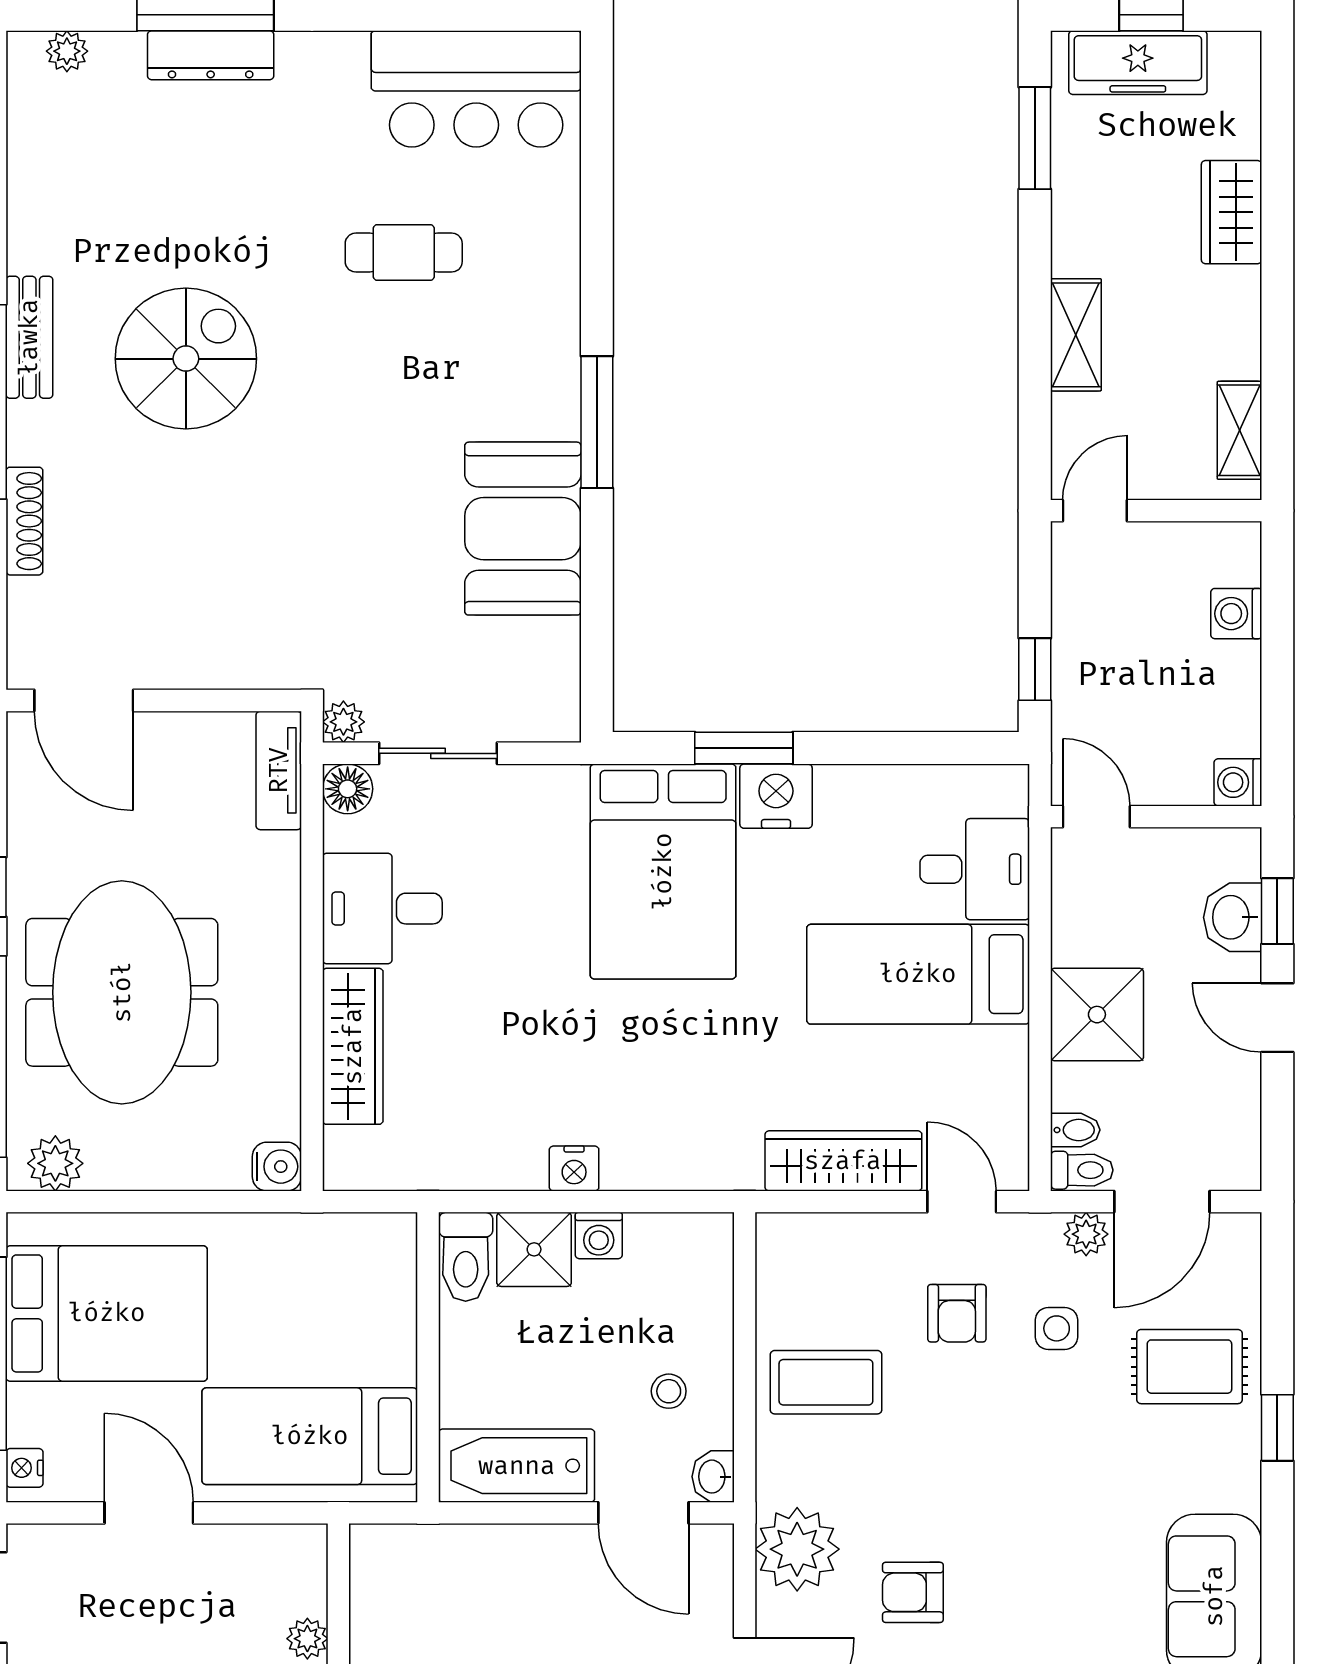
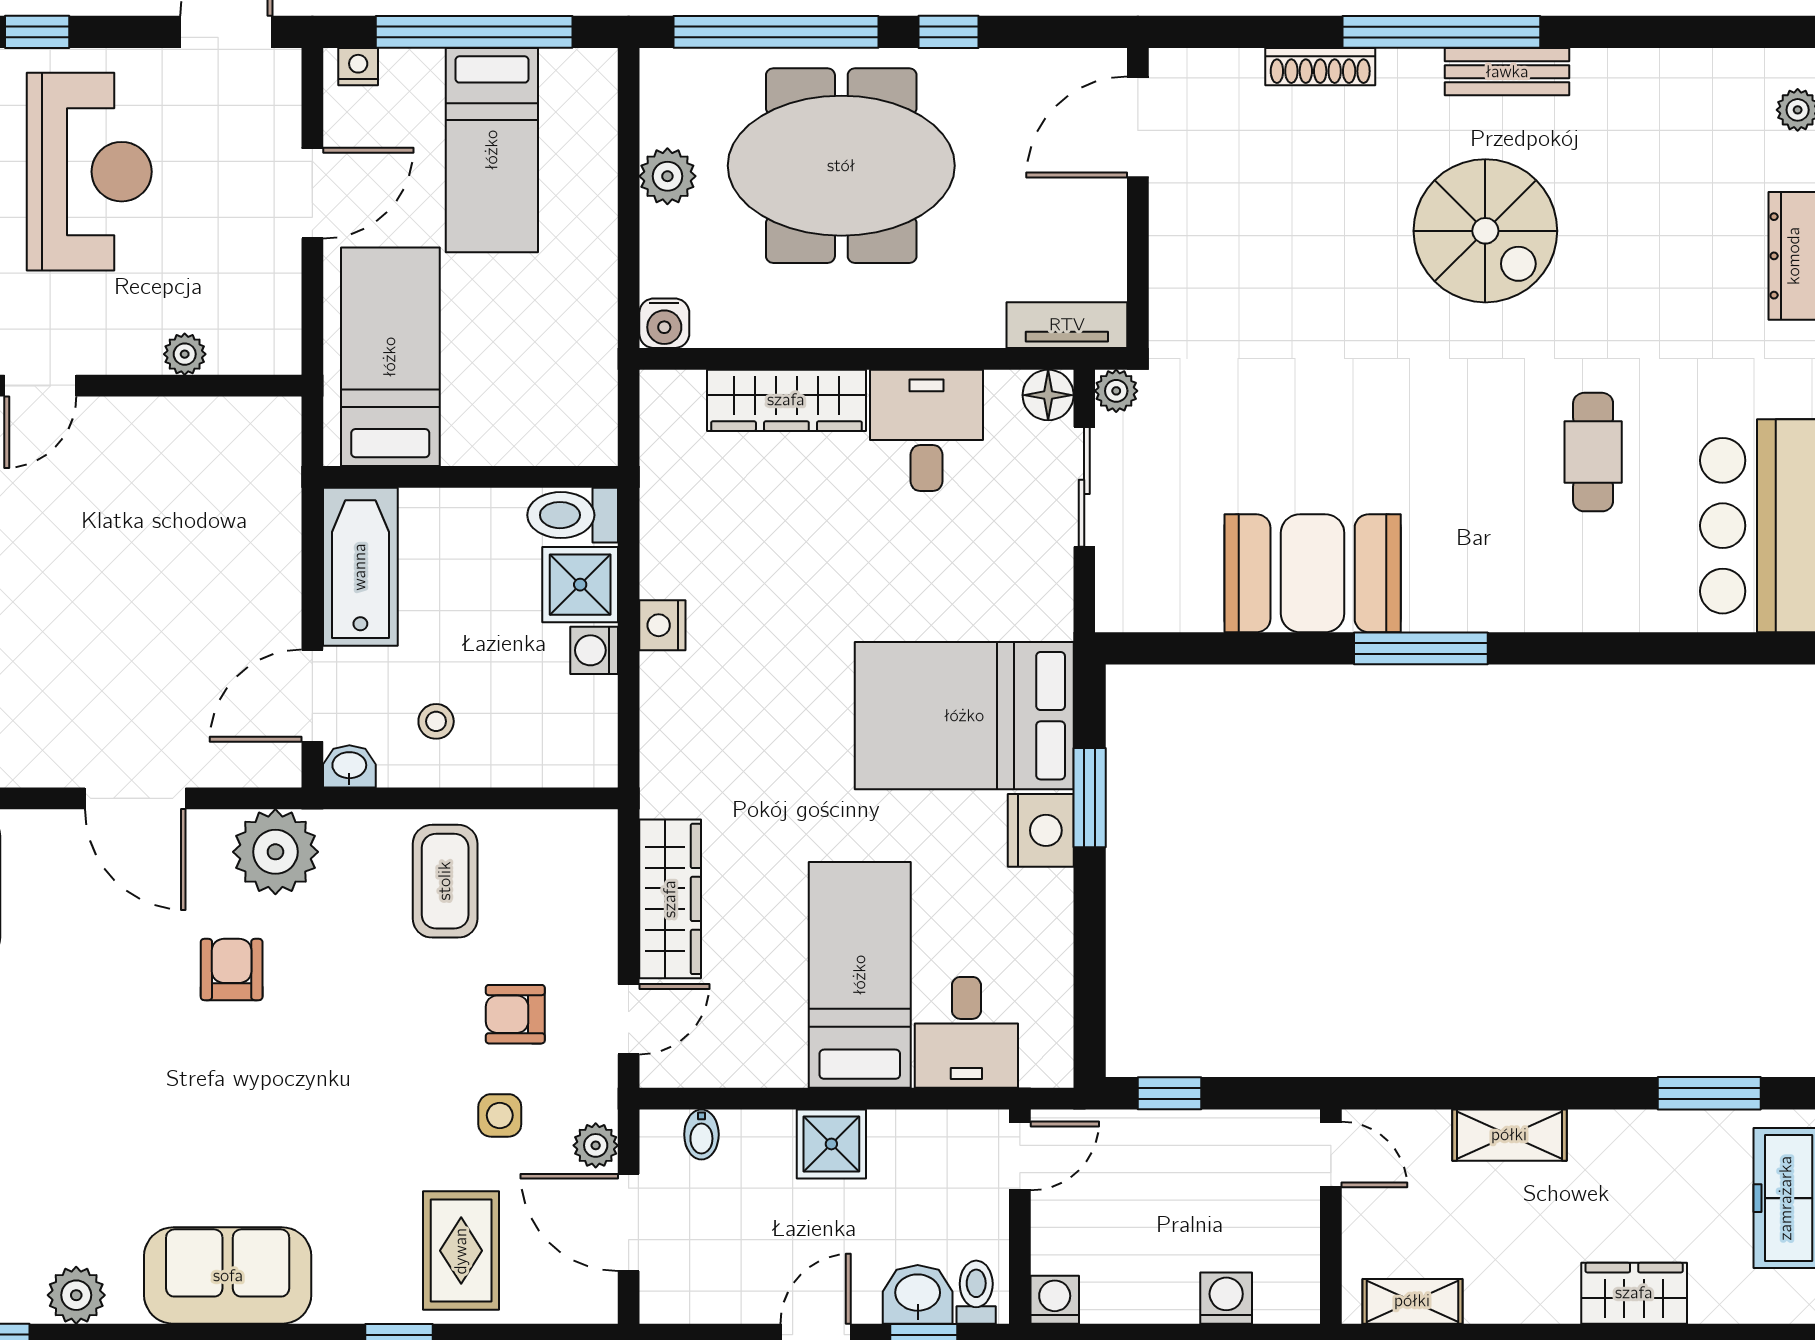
shower: (1097, 1015) -> (831, 1144), width x0.73, depth x0.73
plant: (55, 1163) -> (667, 176), moved
toilet: (1082, 1170) -> (976, 1292), moved, turned 180
bed: (107, 1313) -> (492, 150), width x0.67

